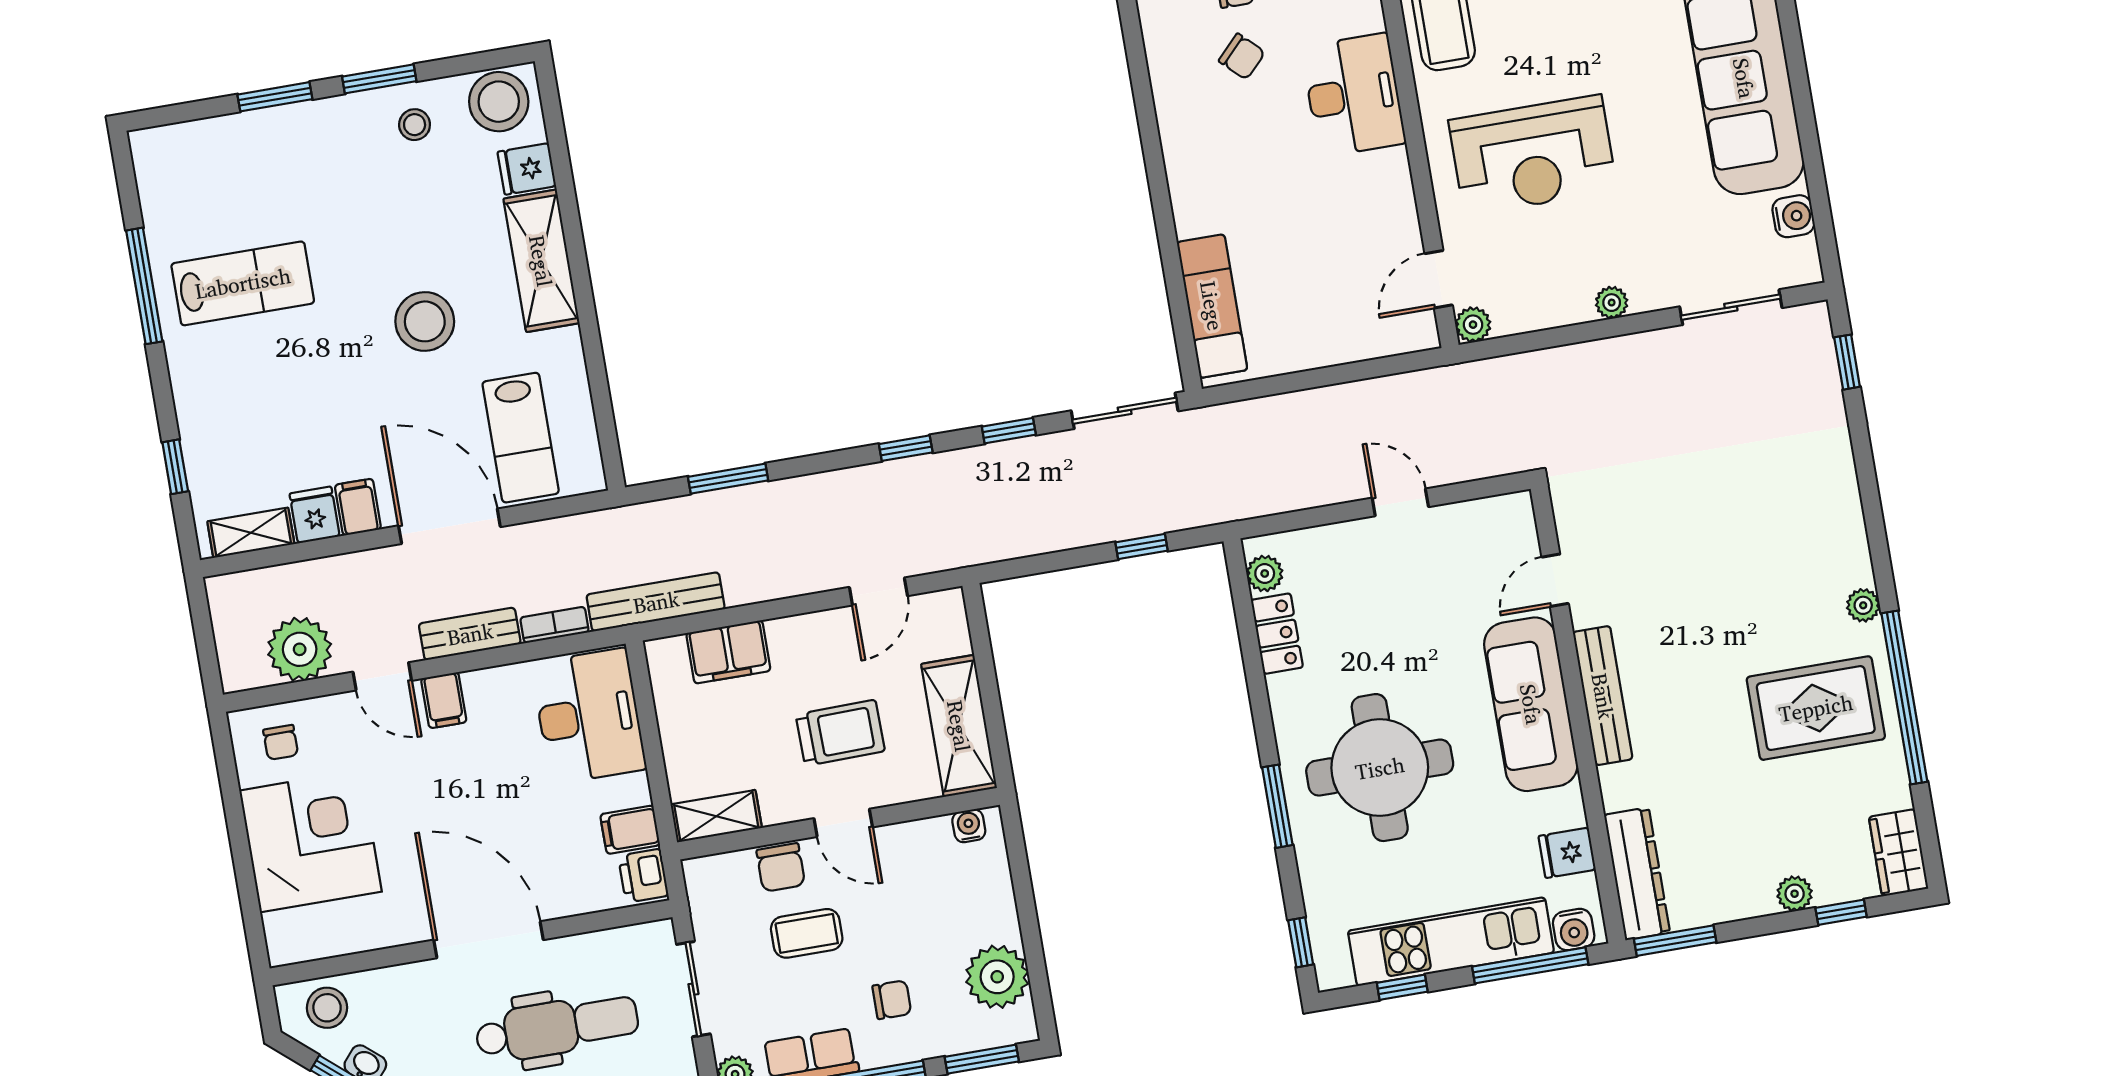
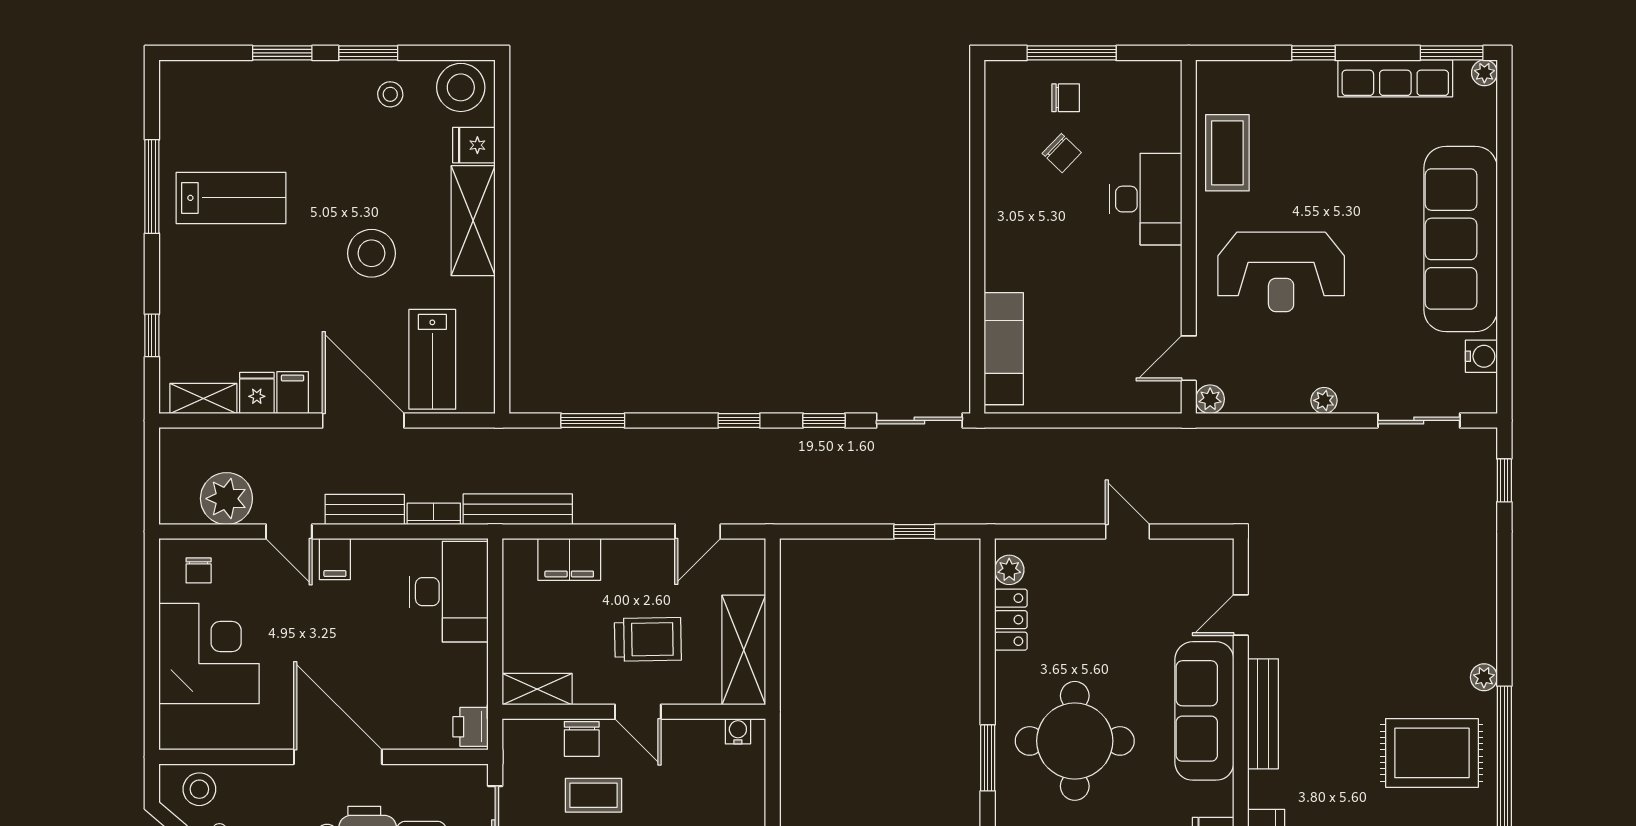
filing cabinet: (630, 830) -> (466, 688), removed

